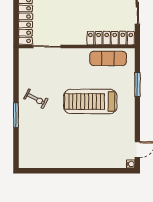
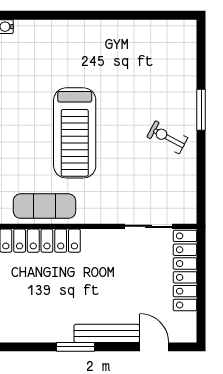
treadmill: (90, 101) -> (75, 133), turned 90

